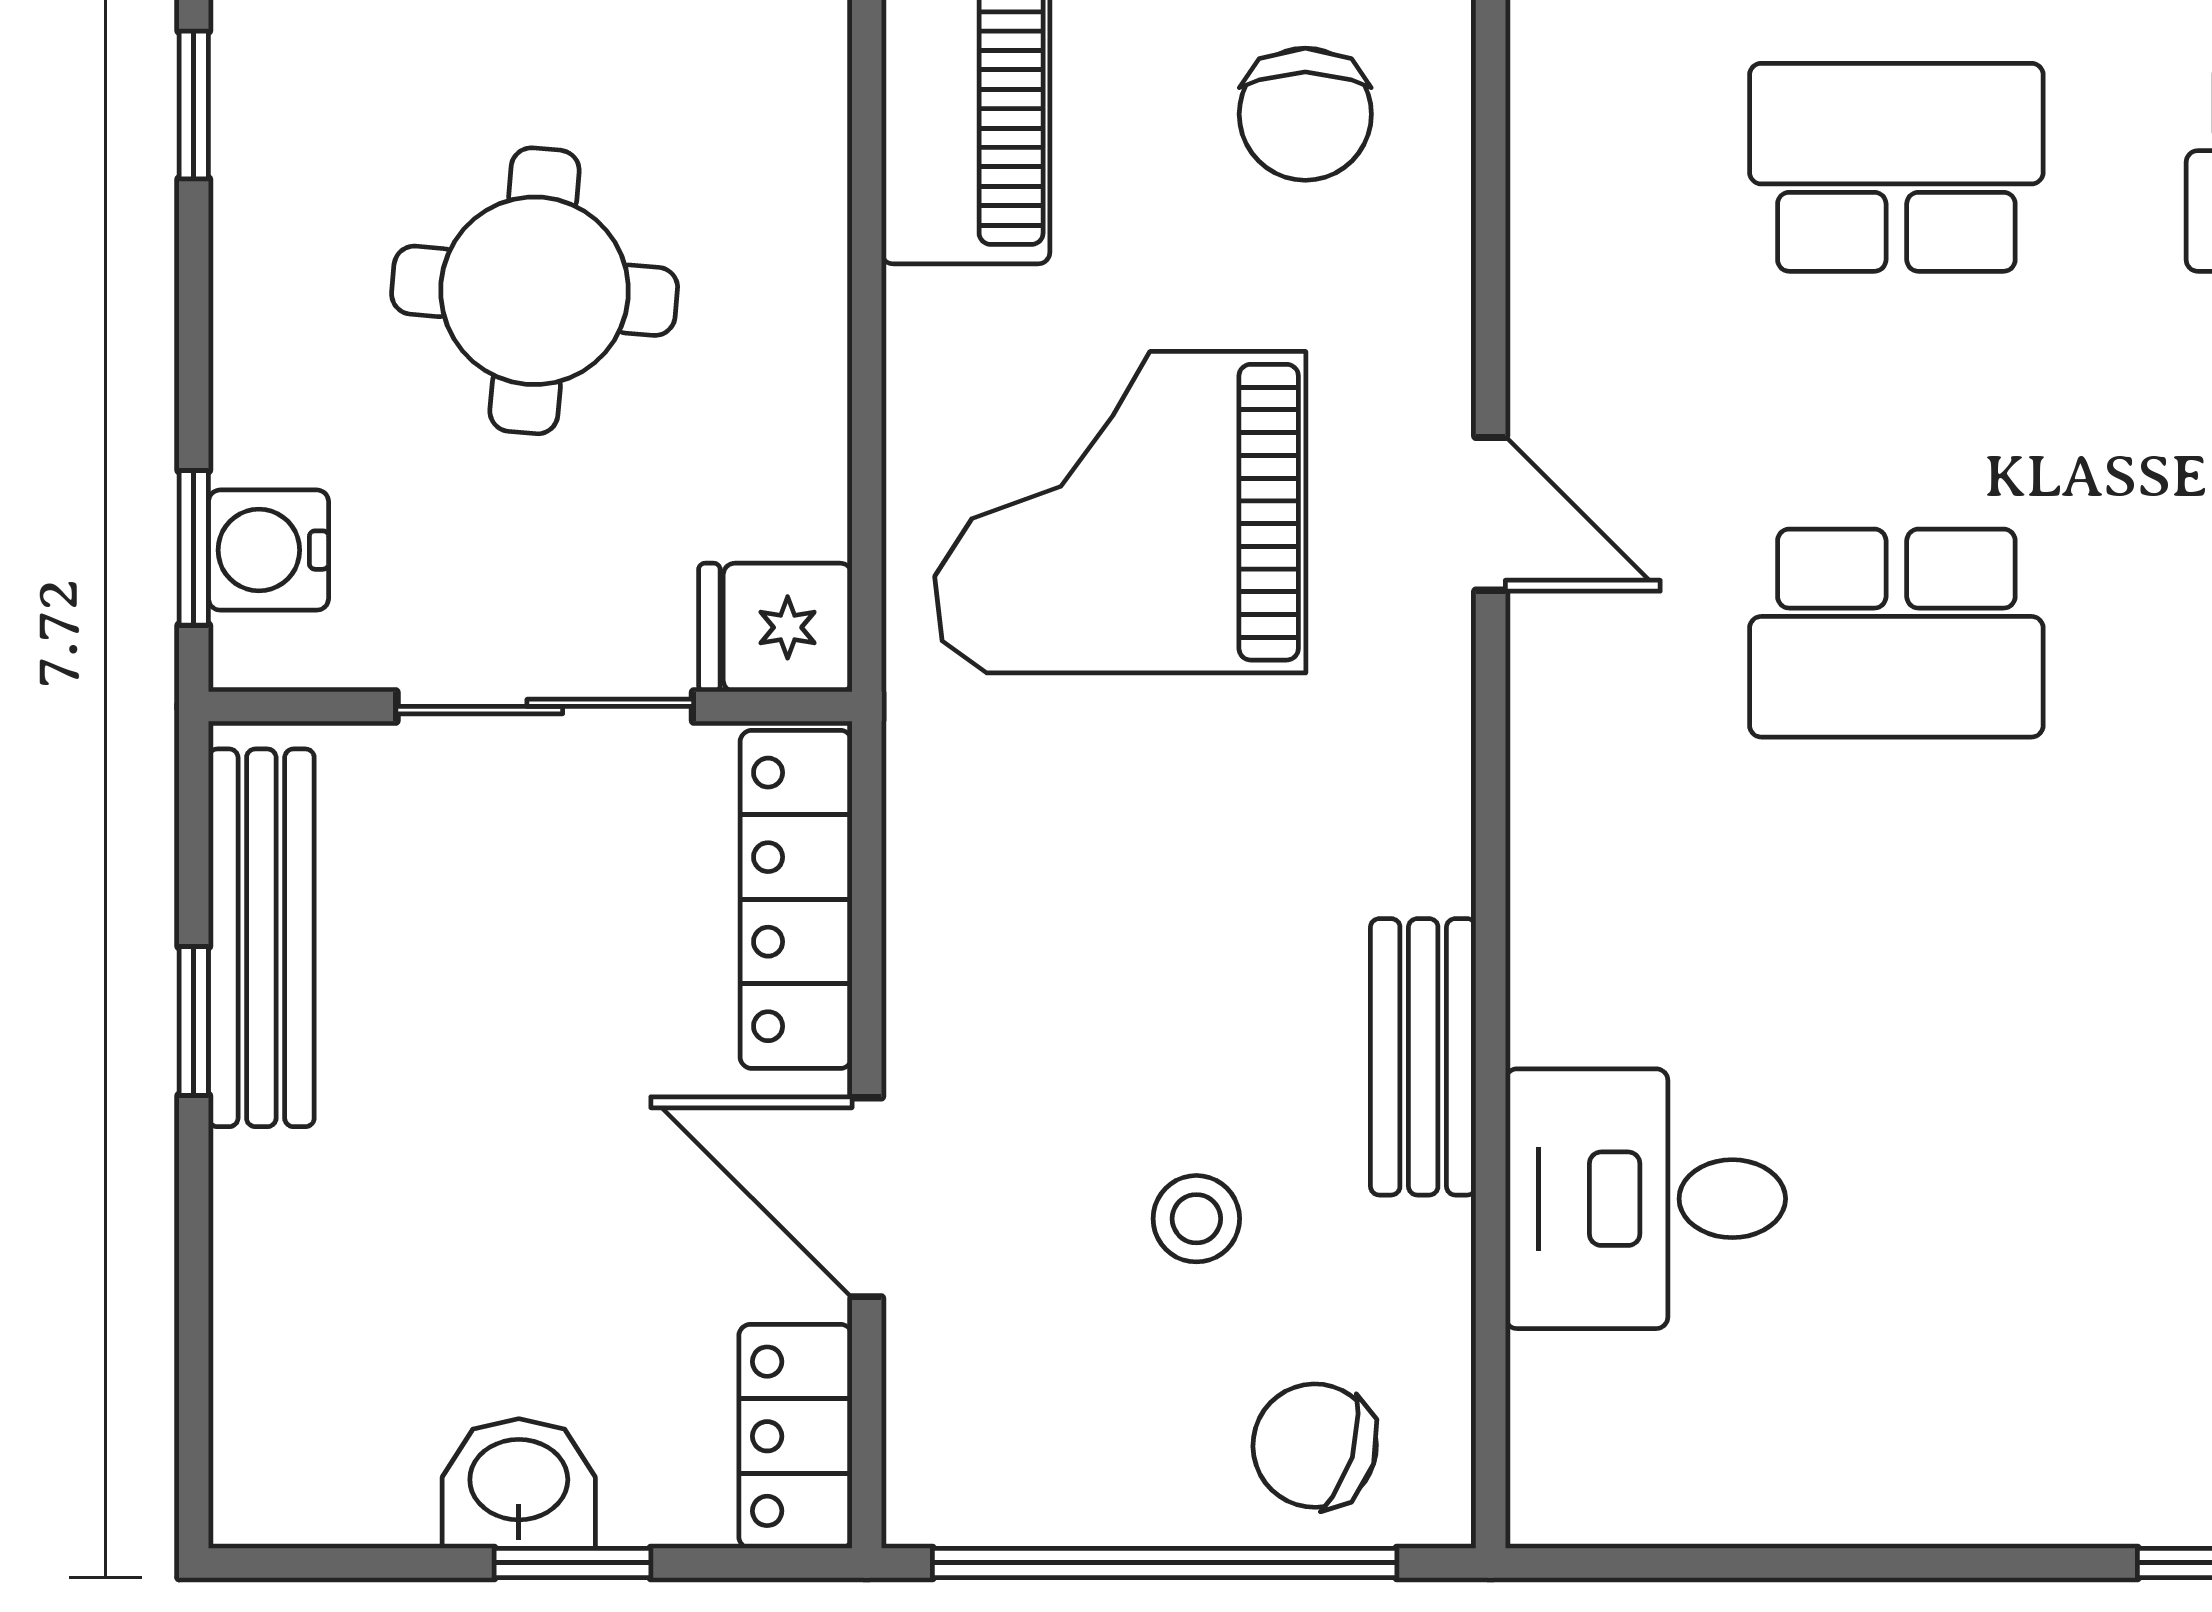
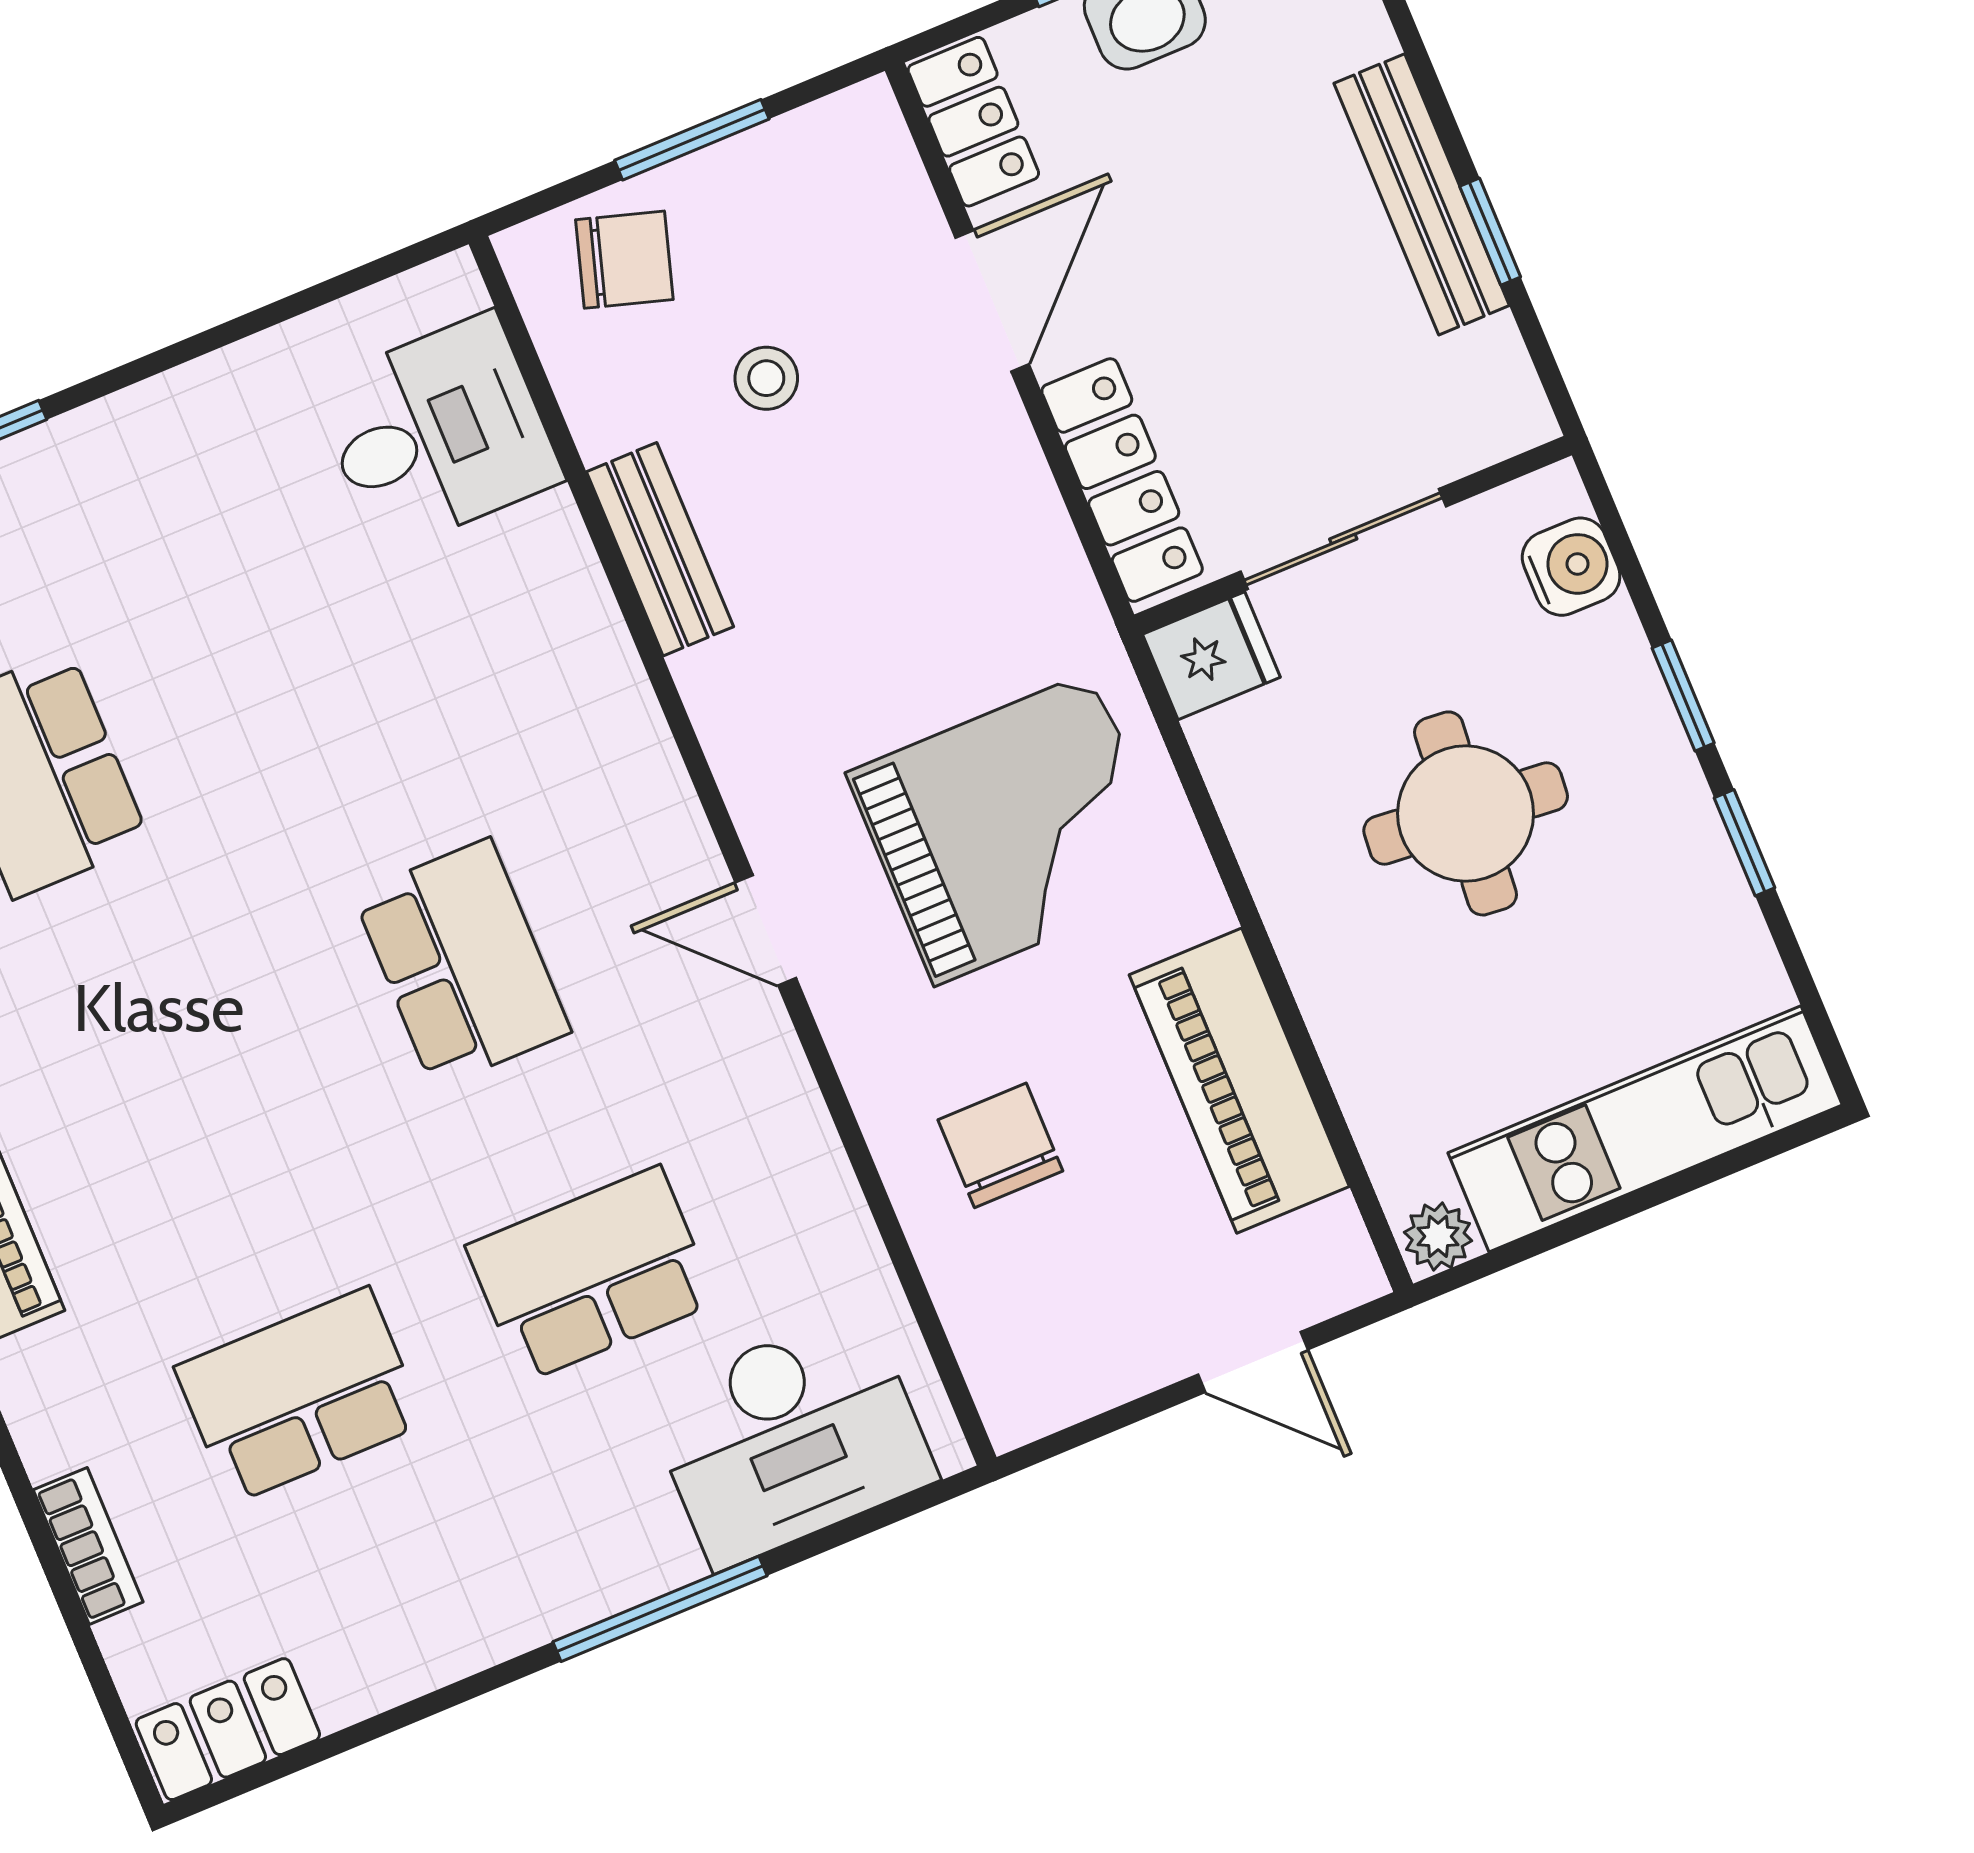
school desk: (1896, 167) -> (591, 1274), turned 180
window: (194, 548) -> (1683, 695), moved
school desk: (1896, 633) -> (462, 963), turned 90
bench: (261, 938) -> (1422, 194), moved
door: (867, 1197) -> (992, 301), hinge flipped
desk: (1645, 1199) -> (437, 433), moved
window: (1165, 1563) -> (692, 140), width x0.47

